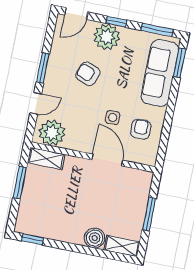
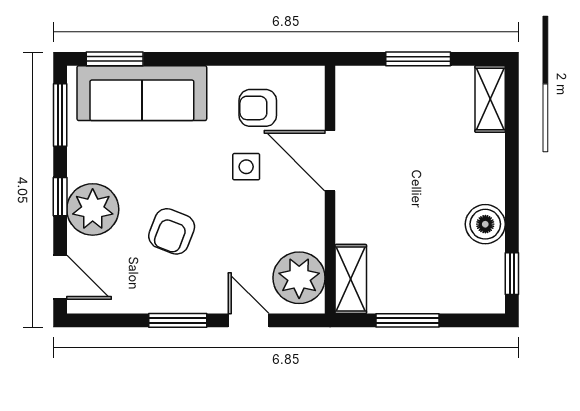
door: (107, 160) -> (330, 161), hinge flipped
boiler: (95, 238) -> (485, 224), moved

